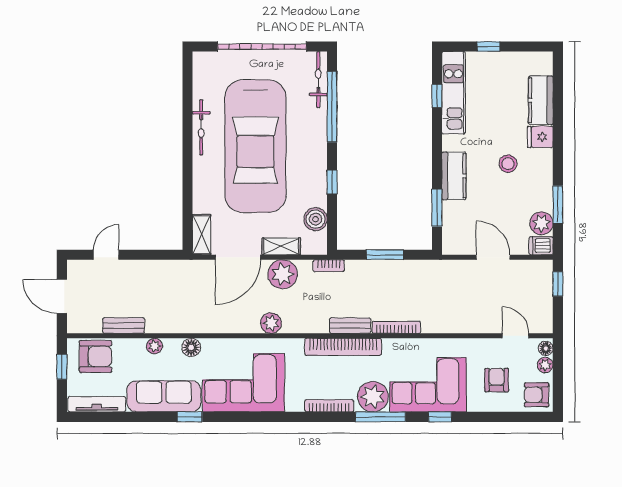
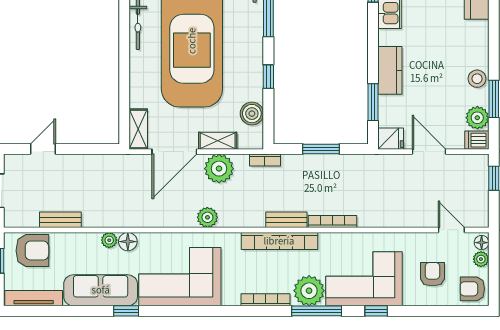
fridge: (540, 137) -> (391, 139), moved, turned 180
stool: (508, 164) -> (477, 79), moved
plant: (154, 346) -> (109, 240), moved

